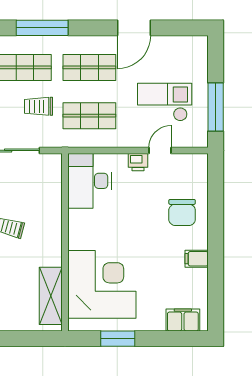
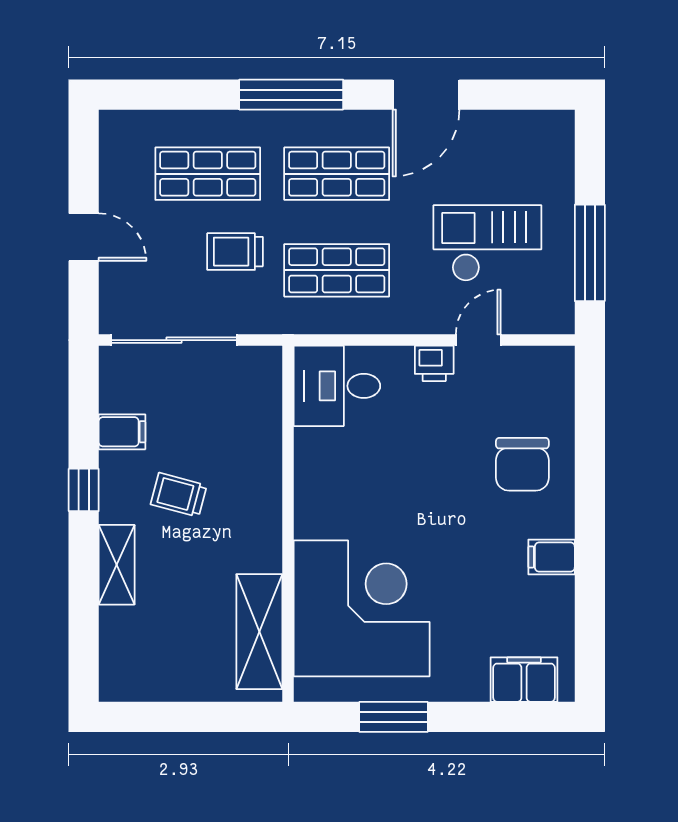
window: (42, 28) -> (291, 95), moved
desk: (89, 181) -> (337, 386), width x0.73

